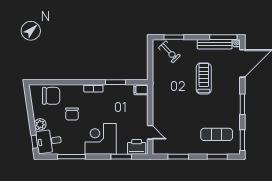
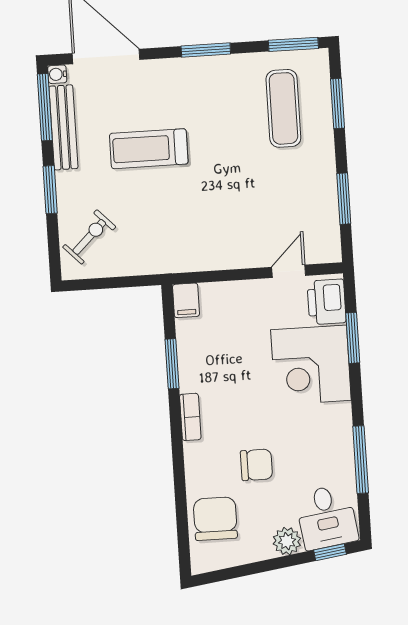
window: (174, 37) -> (50, 190), moved
corner desk: (101, 139) -> (311, 365), moved

